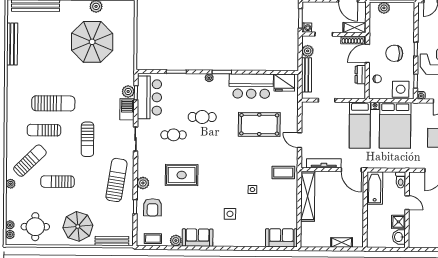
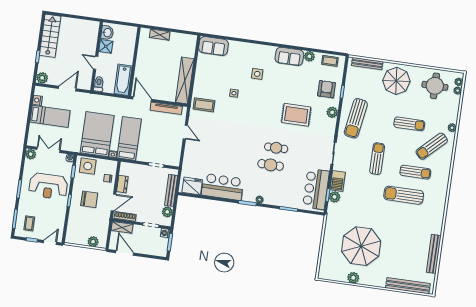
pool table: (259, 124) -> (220, 151), removed
cafe table: (174, 135) -> (276, 148), moved

